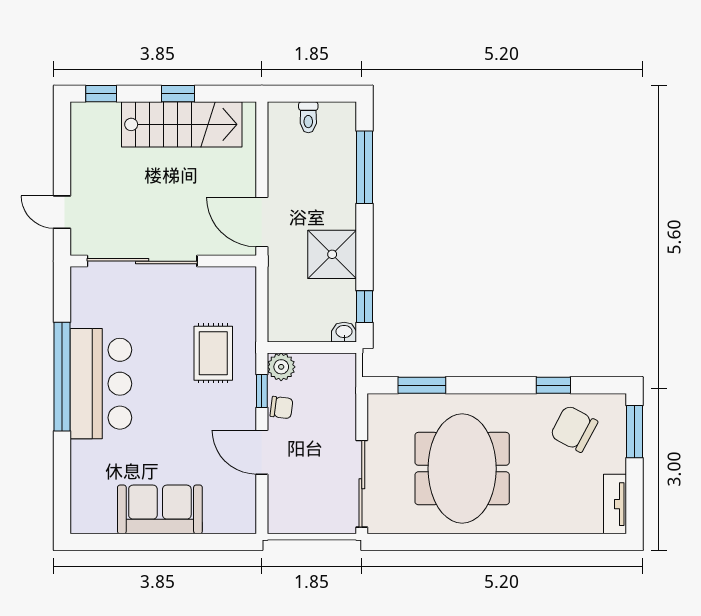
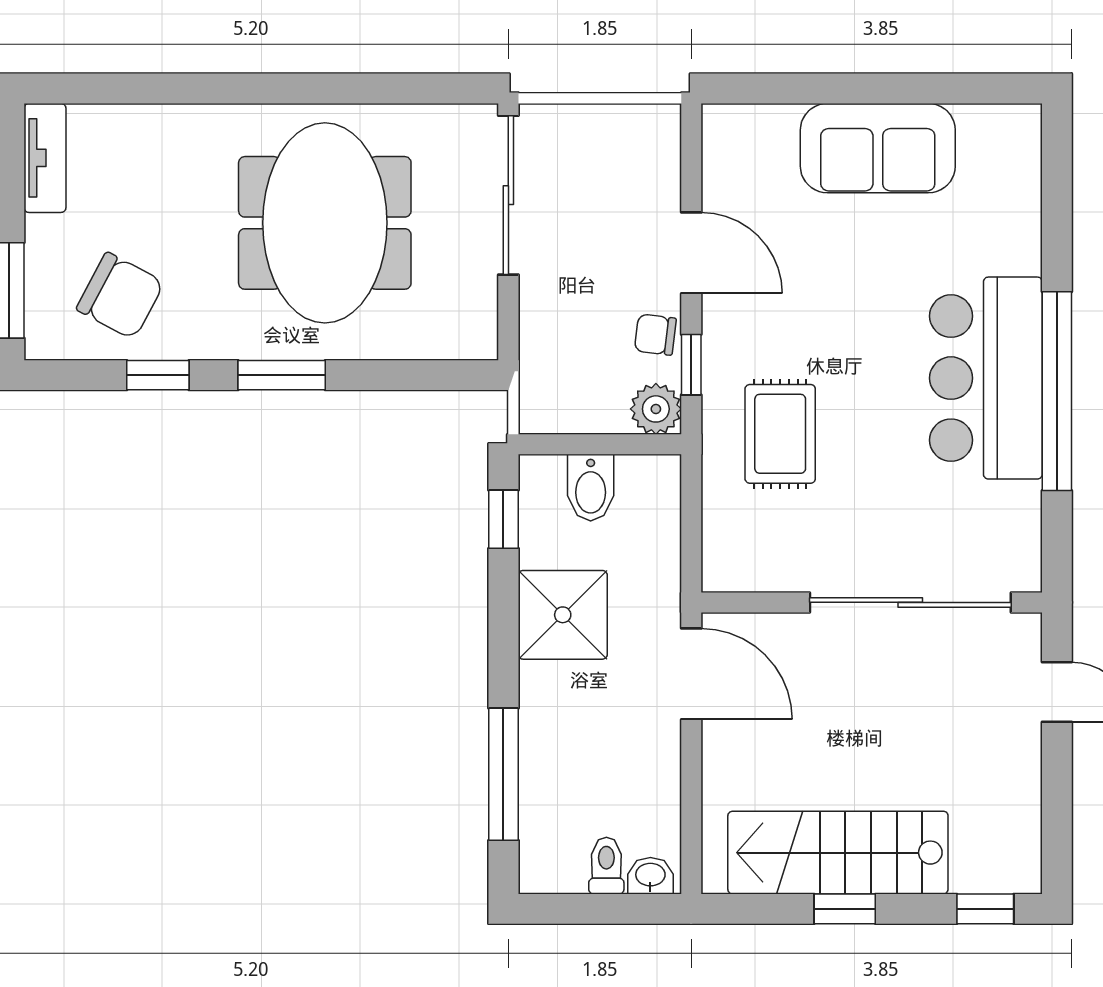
bidet: (317, 324) -> (591, 488), added
washbasin: (344, 332) -> (650, 876), moved, turned 180
window: (422, 385) -> (282, 375), moved

